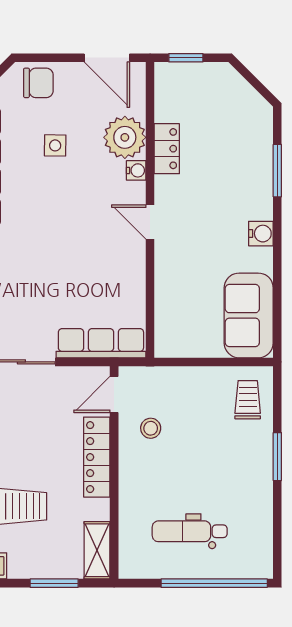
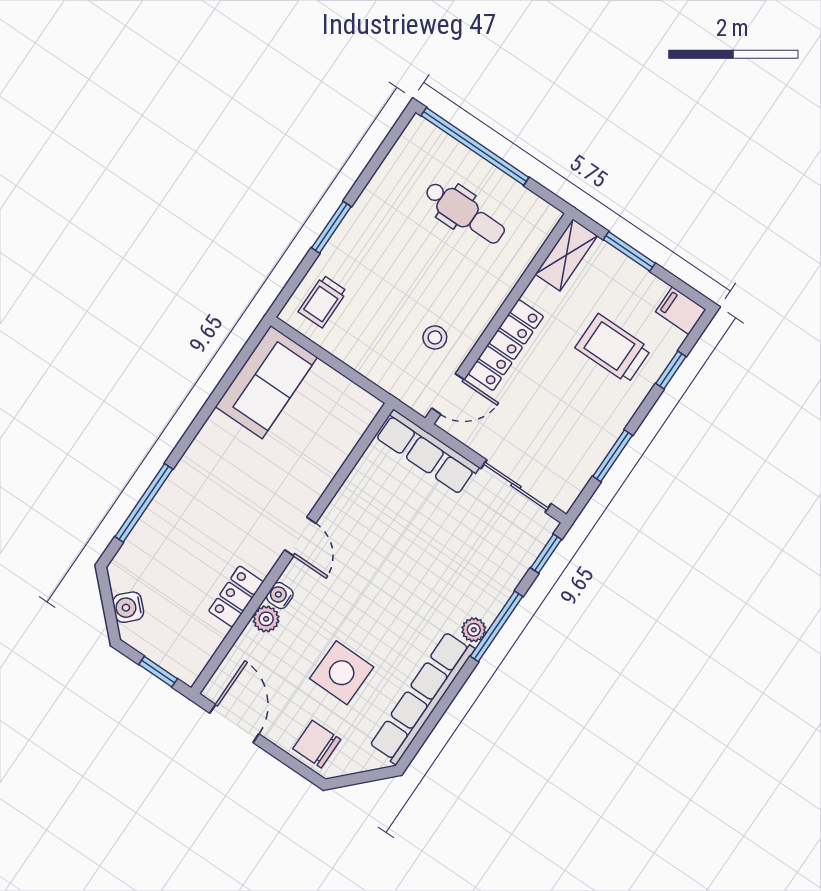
plant: (125, 137) -> (266, 619), width x0.53, depth x0.53
side table: (55, 145) -> (342, 673), width x1.87, depth x1.87
window: (277, 171) -> (144, 503), width x1.44
water cooler: (261, 234) -> (128, 607), moved, turned -45

